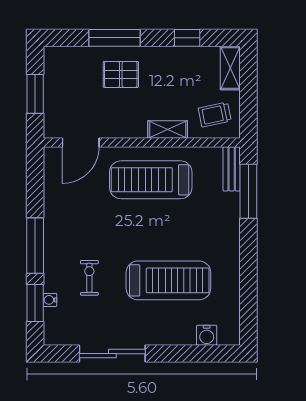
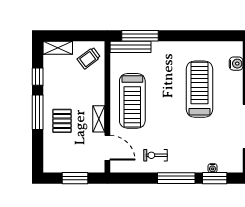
window: (114, 38) -> (38, 112), moved
trolley: (215, 115) -> (89, 58), turned 65
shelving: (168, 129) -> (99, 119), moved
bench: (232, 169) -> (130, 47), width x1.36
exercise bike: (89, 278) -> (156, 155), moved

